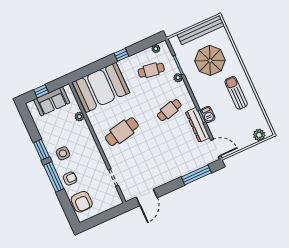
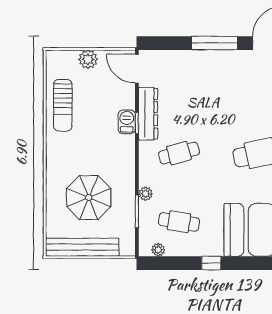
sun lounger: (236, 93) -> (63, 105), moved
plant: (259, 135) -> (88, 59), moved
window: (196, 175) -> (215, 43), moved

